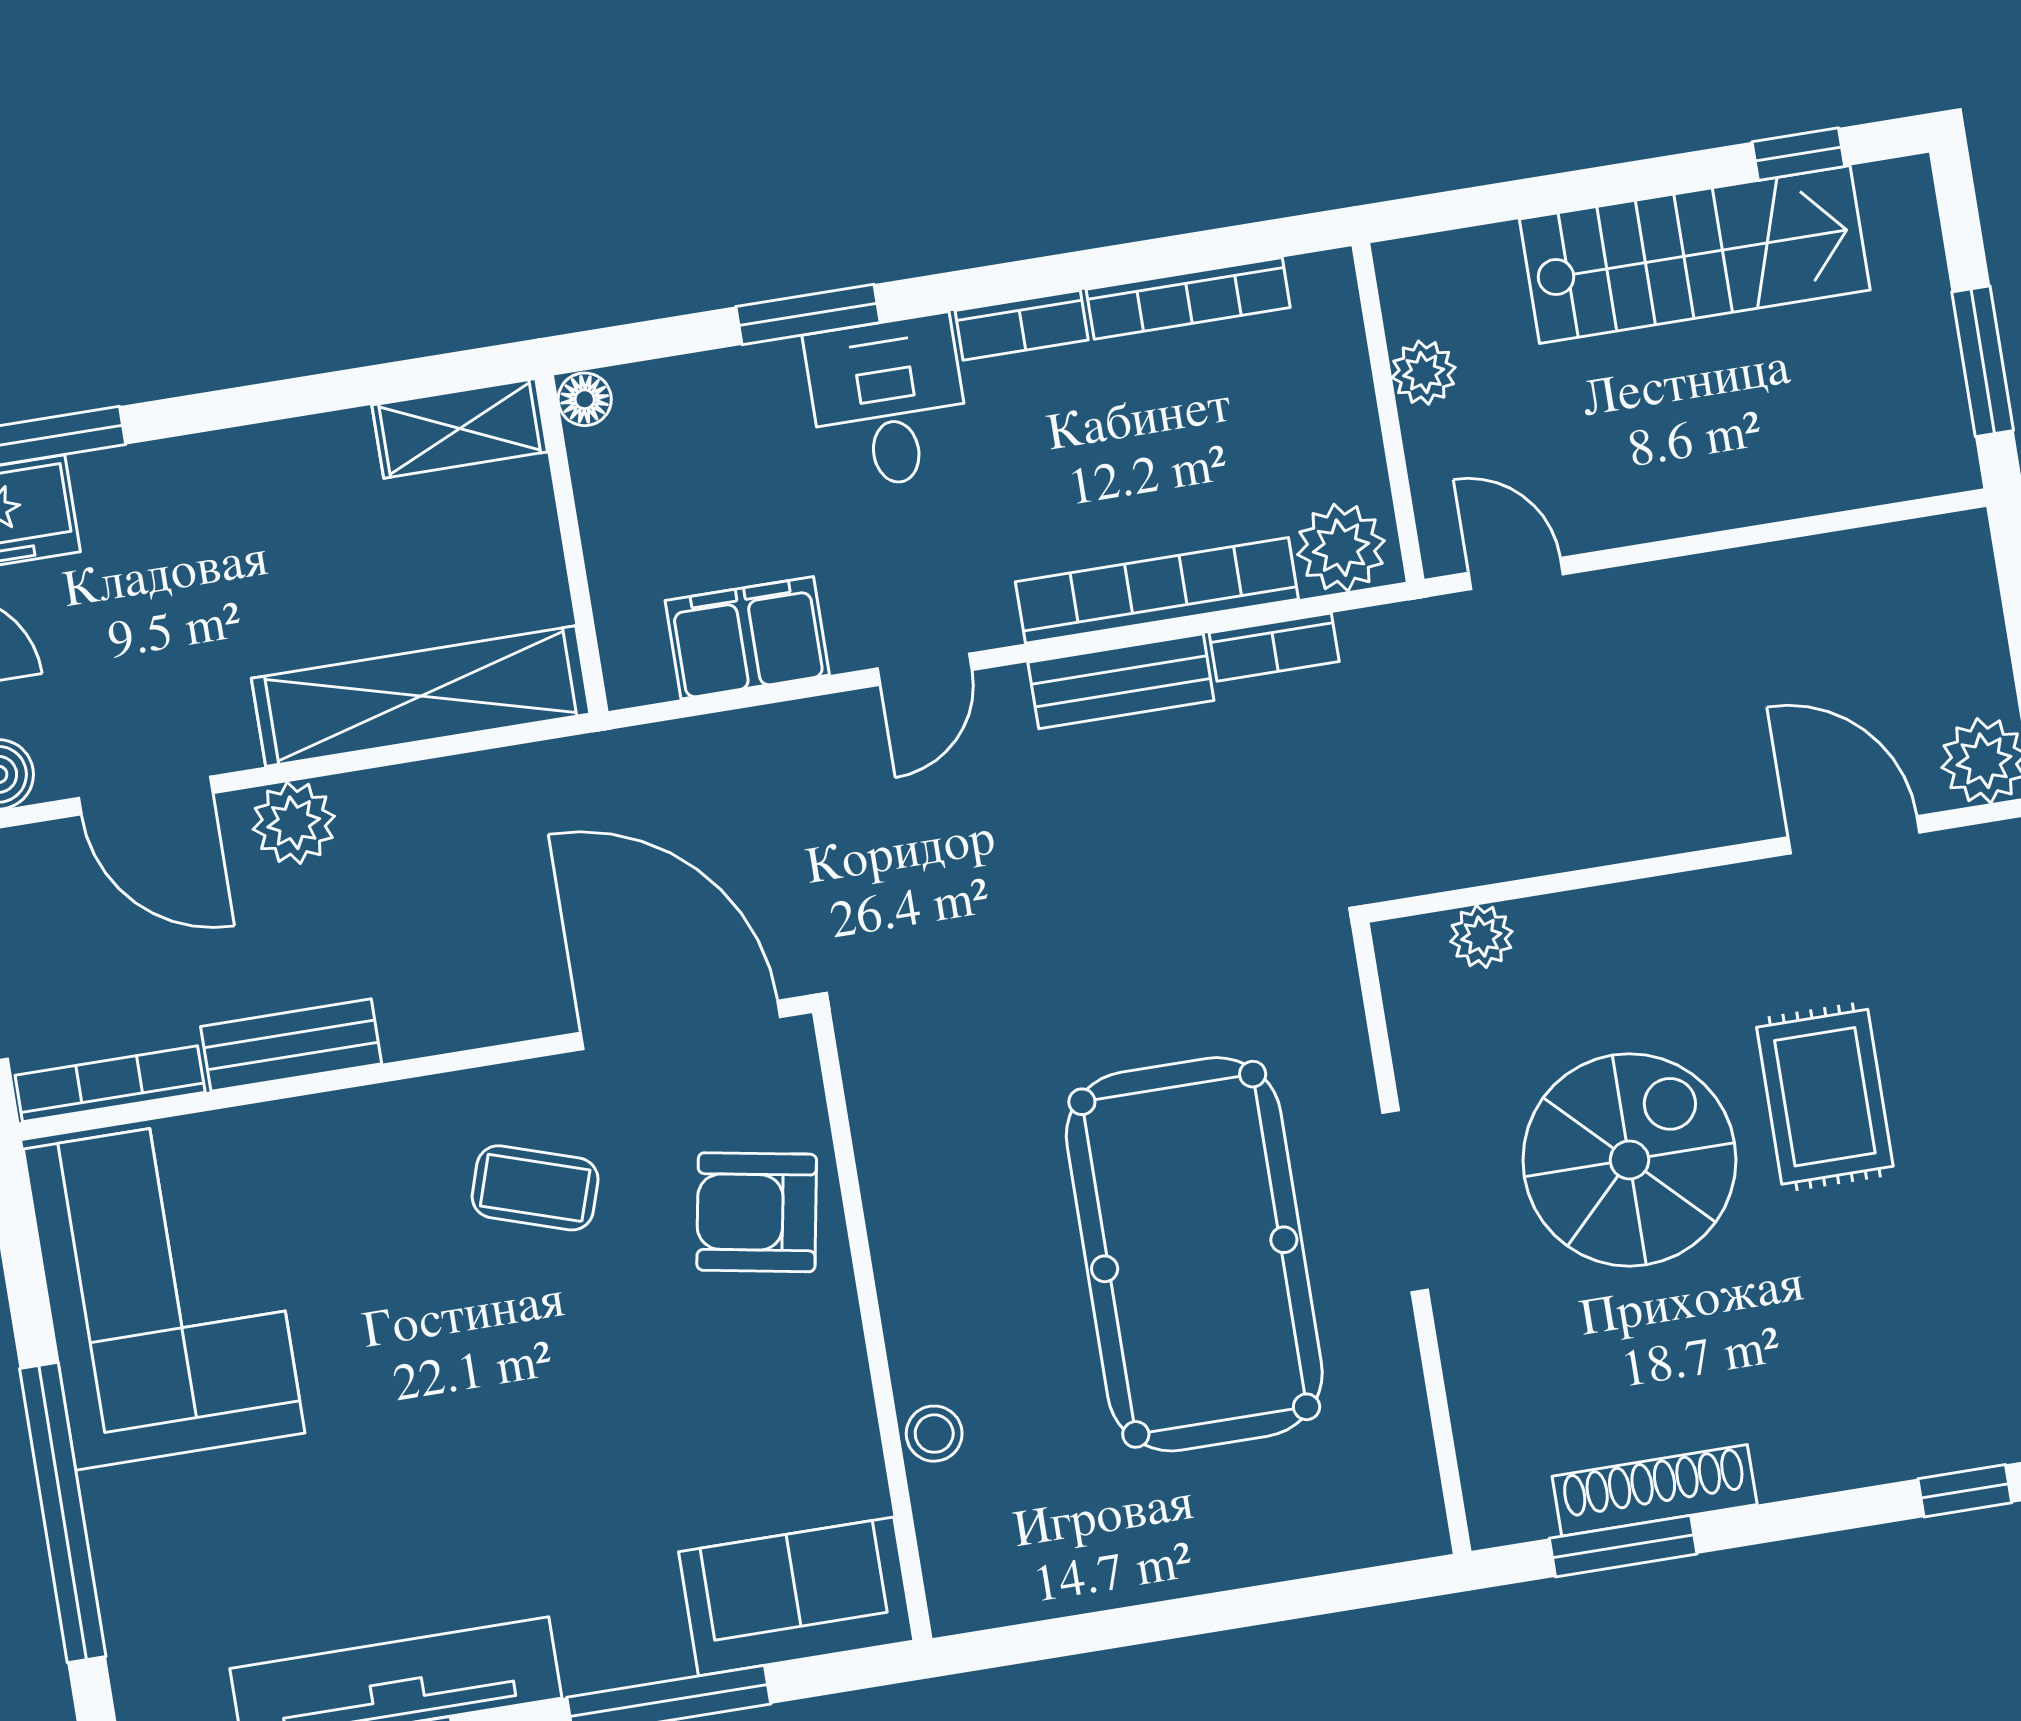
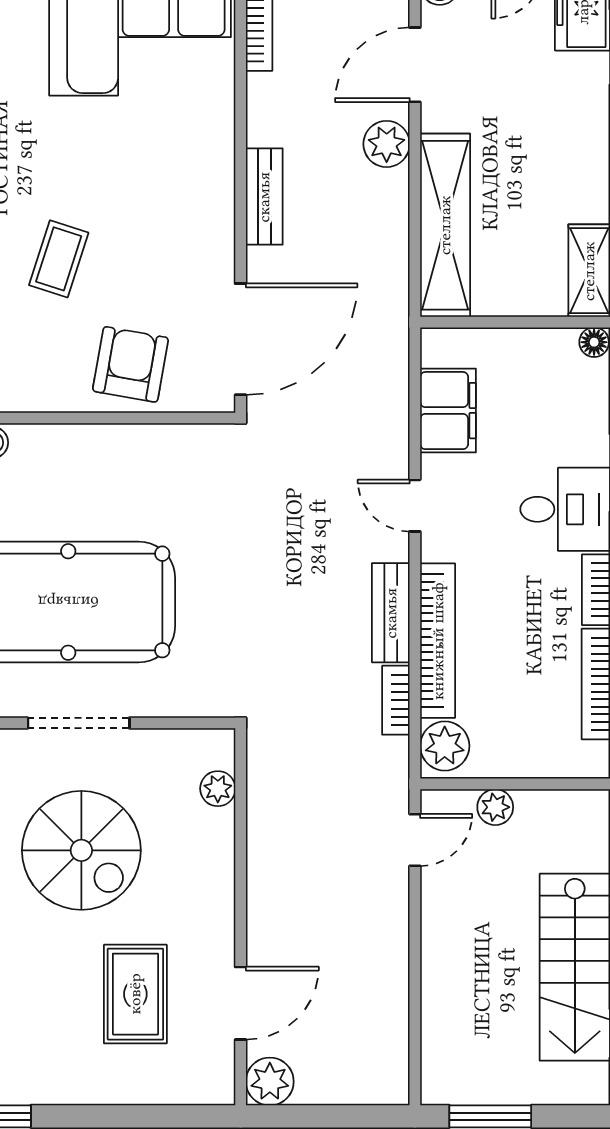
plant: (1424, 373) -> (495, 807), moved
bench: (291, 1045) -> (264, 197), moved
rug: (1825, 1097) -> (135, 994), moved, turned 90
coffee table: (535, 1188) -> (59, 259), moved

